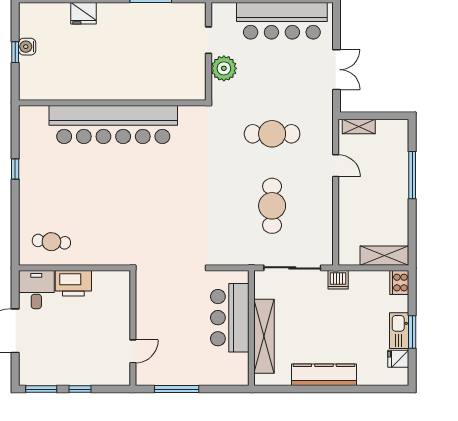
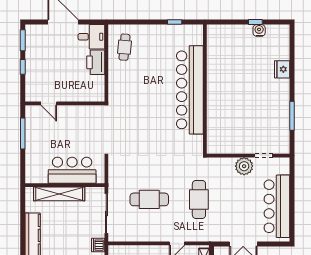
wall: (112, 103) -> (205, 89), moved
bar counter: (113, 125) -> (190, 90), moved

